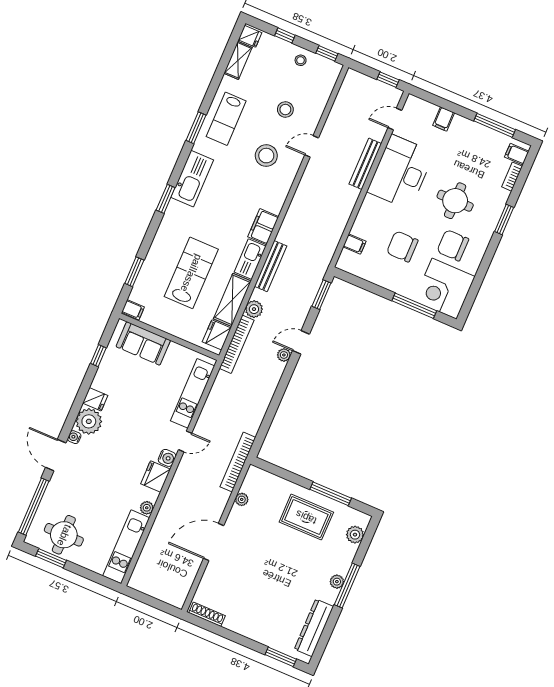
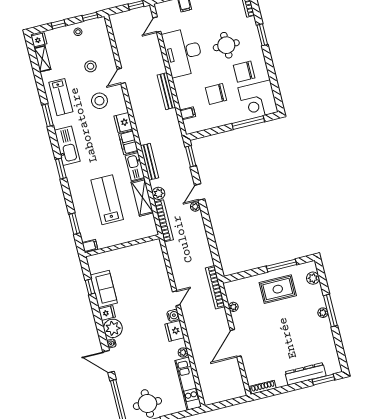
bench: (365, 164) -> (166, 91), moved
fridge: (217, 335) -> (123, 123), moved
sofa: (143, 343) -> (104, 289), moved, turned -90
kitchen unit: (193, 393) -> (160, 268), removed
dresser: (314, 628) -> (305, 374), moved, turned 90

